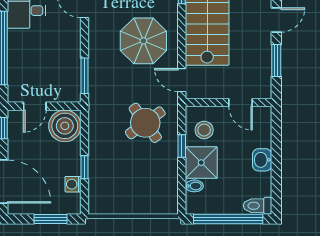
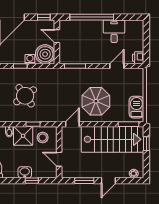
door: (276, 20) -> (108, 181), hinge flipped
door: (241, 102) -> (59, 159), hinge flipped
round table: (145, 123) -> (25, 96), moved
window: (276, 148) -> (32, 181), added
washing machine: (73, 184) -> (30, 59), moved

